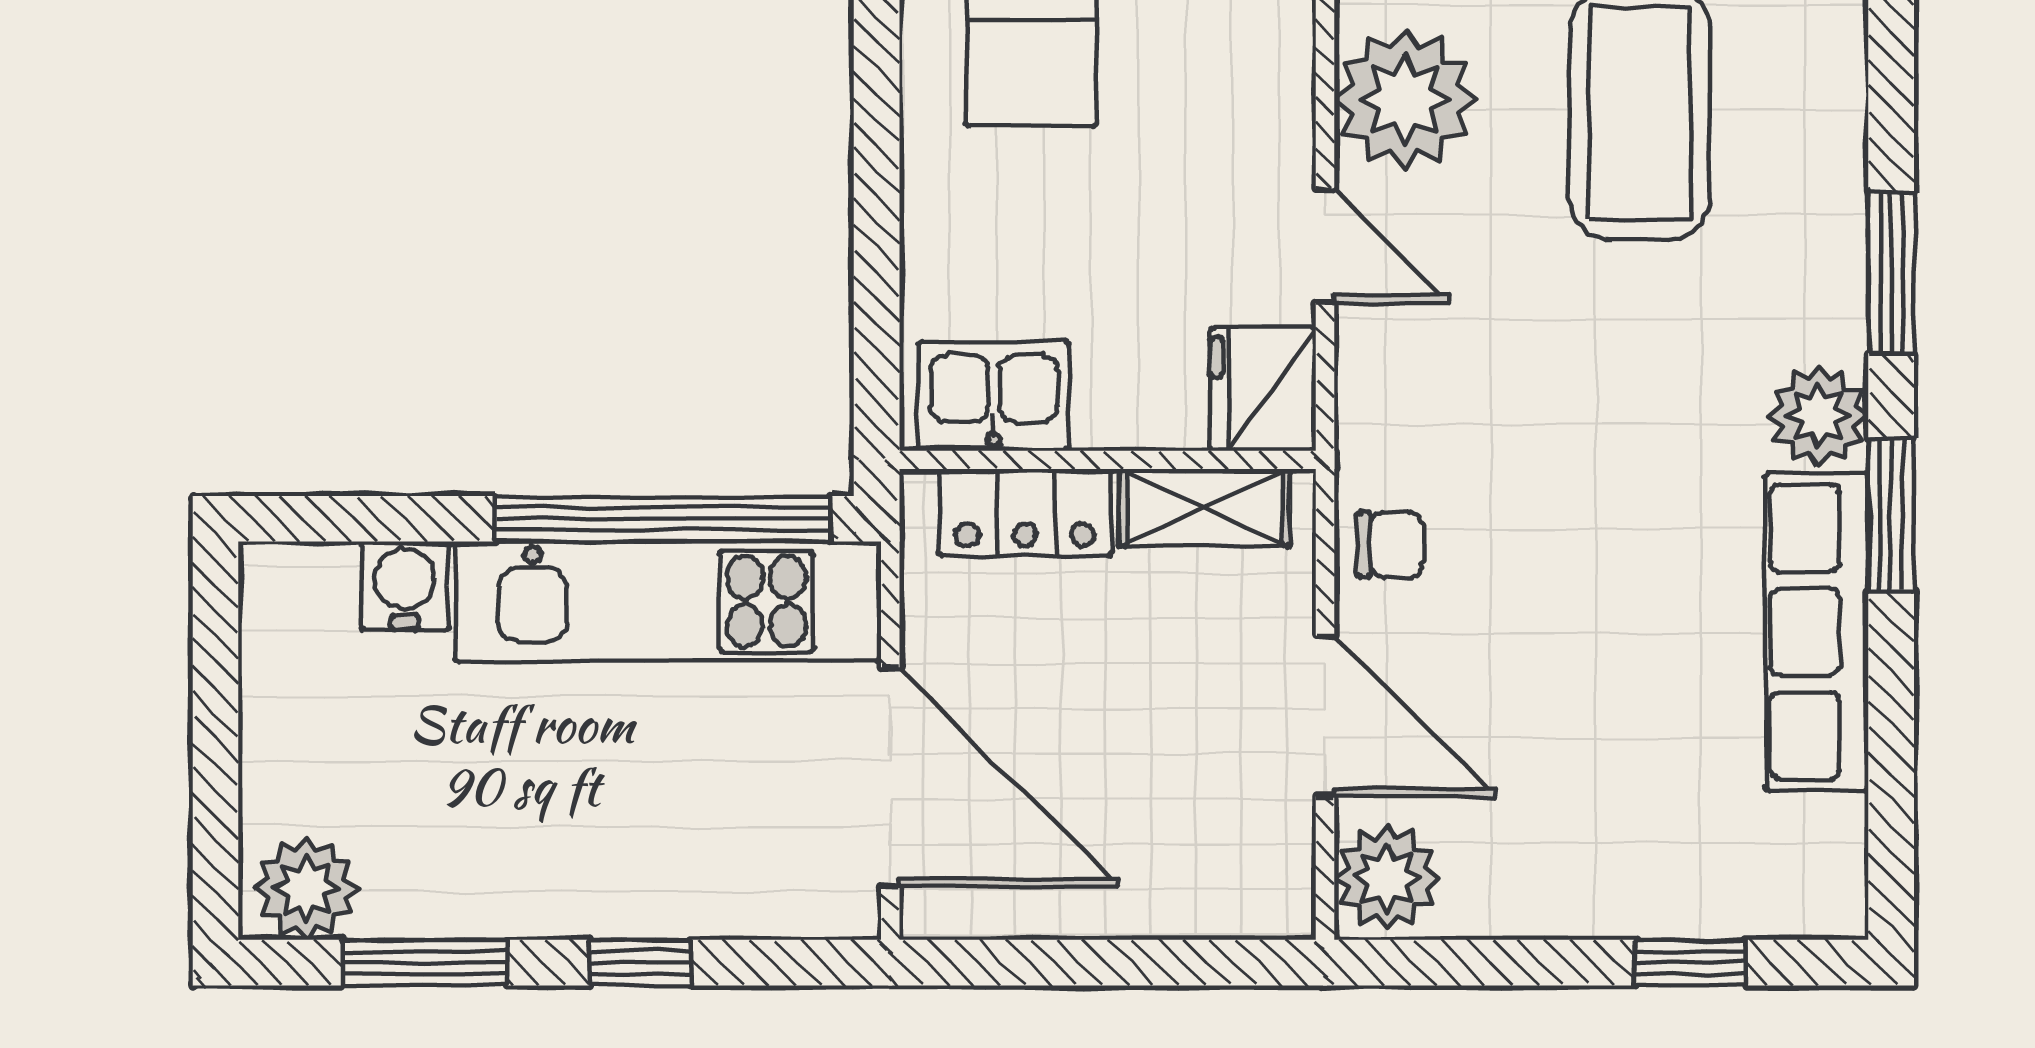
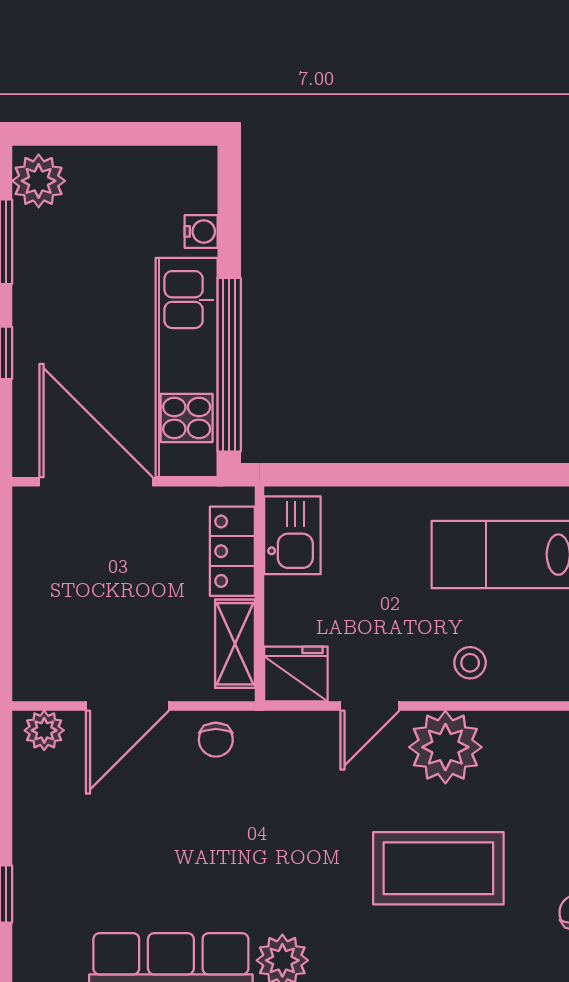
stool: (1241, 52) -> (470, 663), added
water cooler: (405, 585) -> (201, 231), width x0.72, depth x0.72
door: (890, 777) -> (96, 482), swing flipped
plant: (1387, 878) -> (44, 730), width x0.73, depth x0.73

